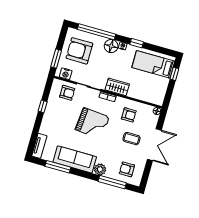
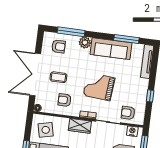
side table: (152, 88) -> (46, 130), added
double door: (154, 145) -> (35, 74), width x1.36
tv unit: (39, 146) -> (147, 62), width x1.41

